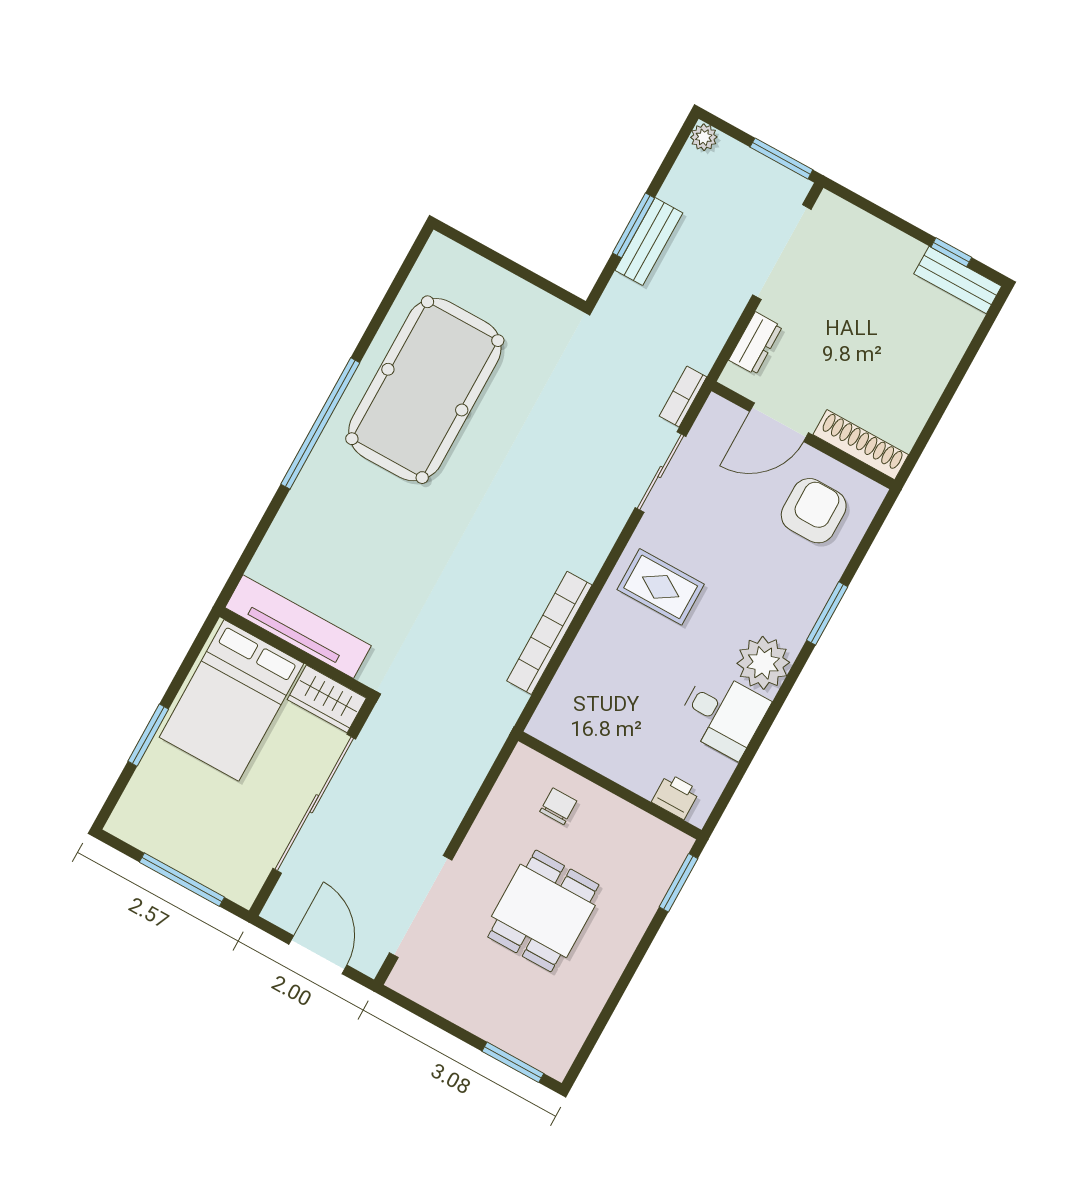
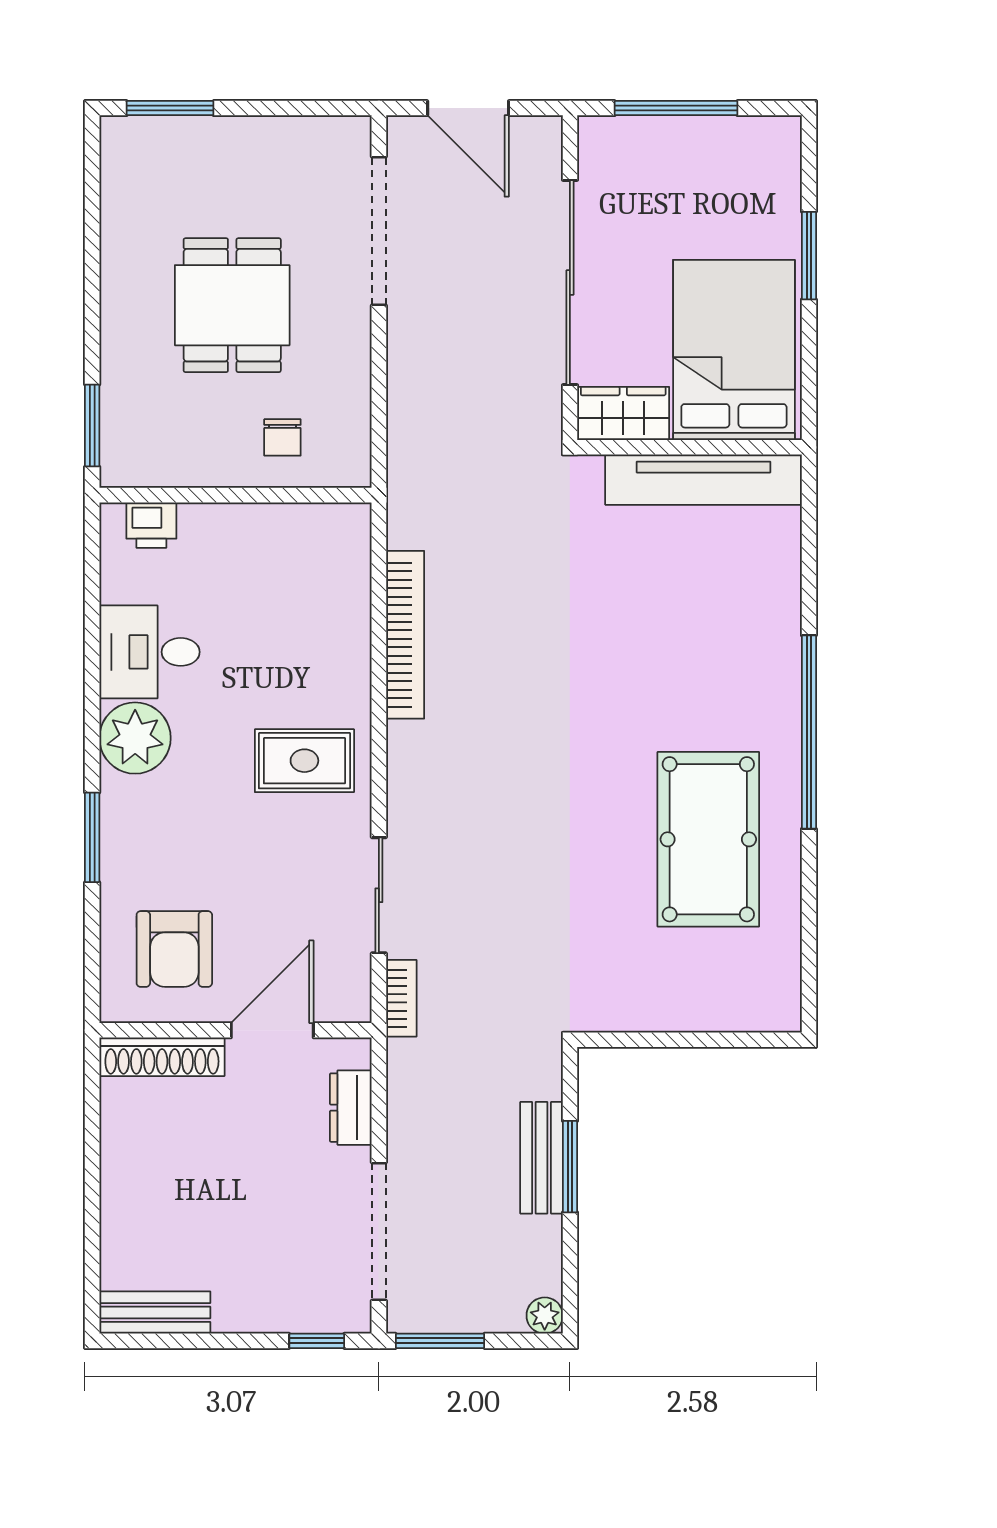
window: (951, 252) -> (317, 1341), moved
pool table: (425, 390) -> (708, 839), width x0.73, depth x0.76

